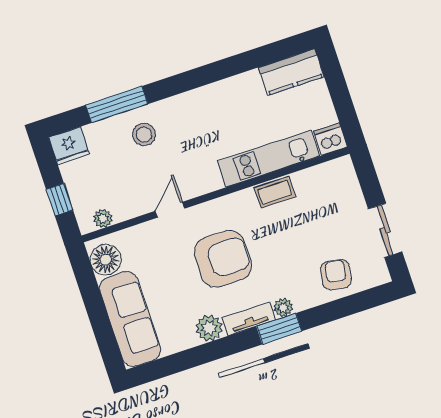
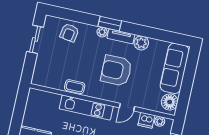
dishwasher: (330, 139) -> (146, 120), moved
kitchen unit: (269, 159) -> (86, 107), moved

